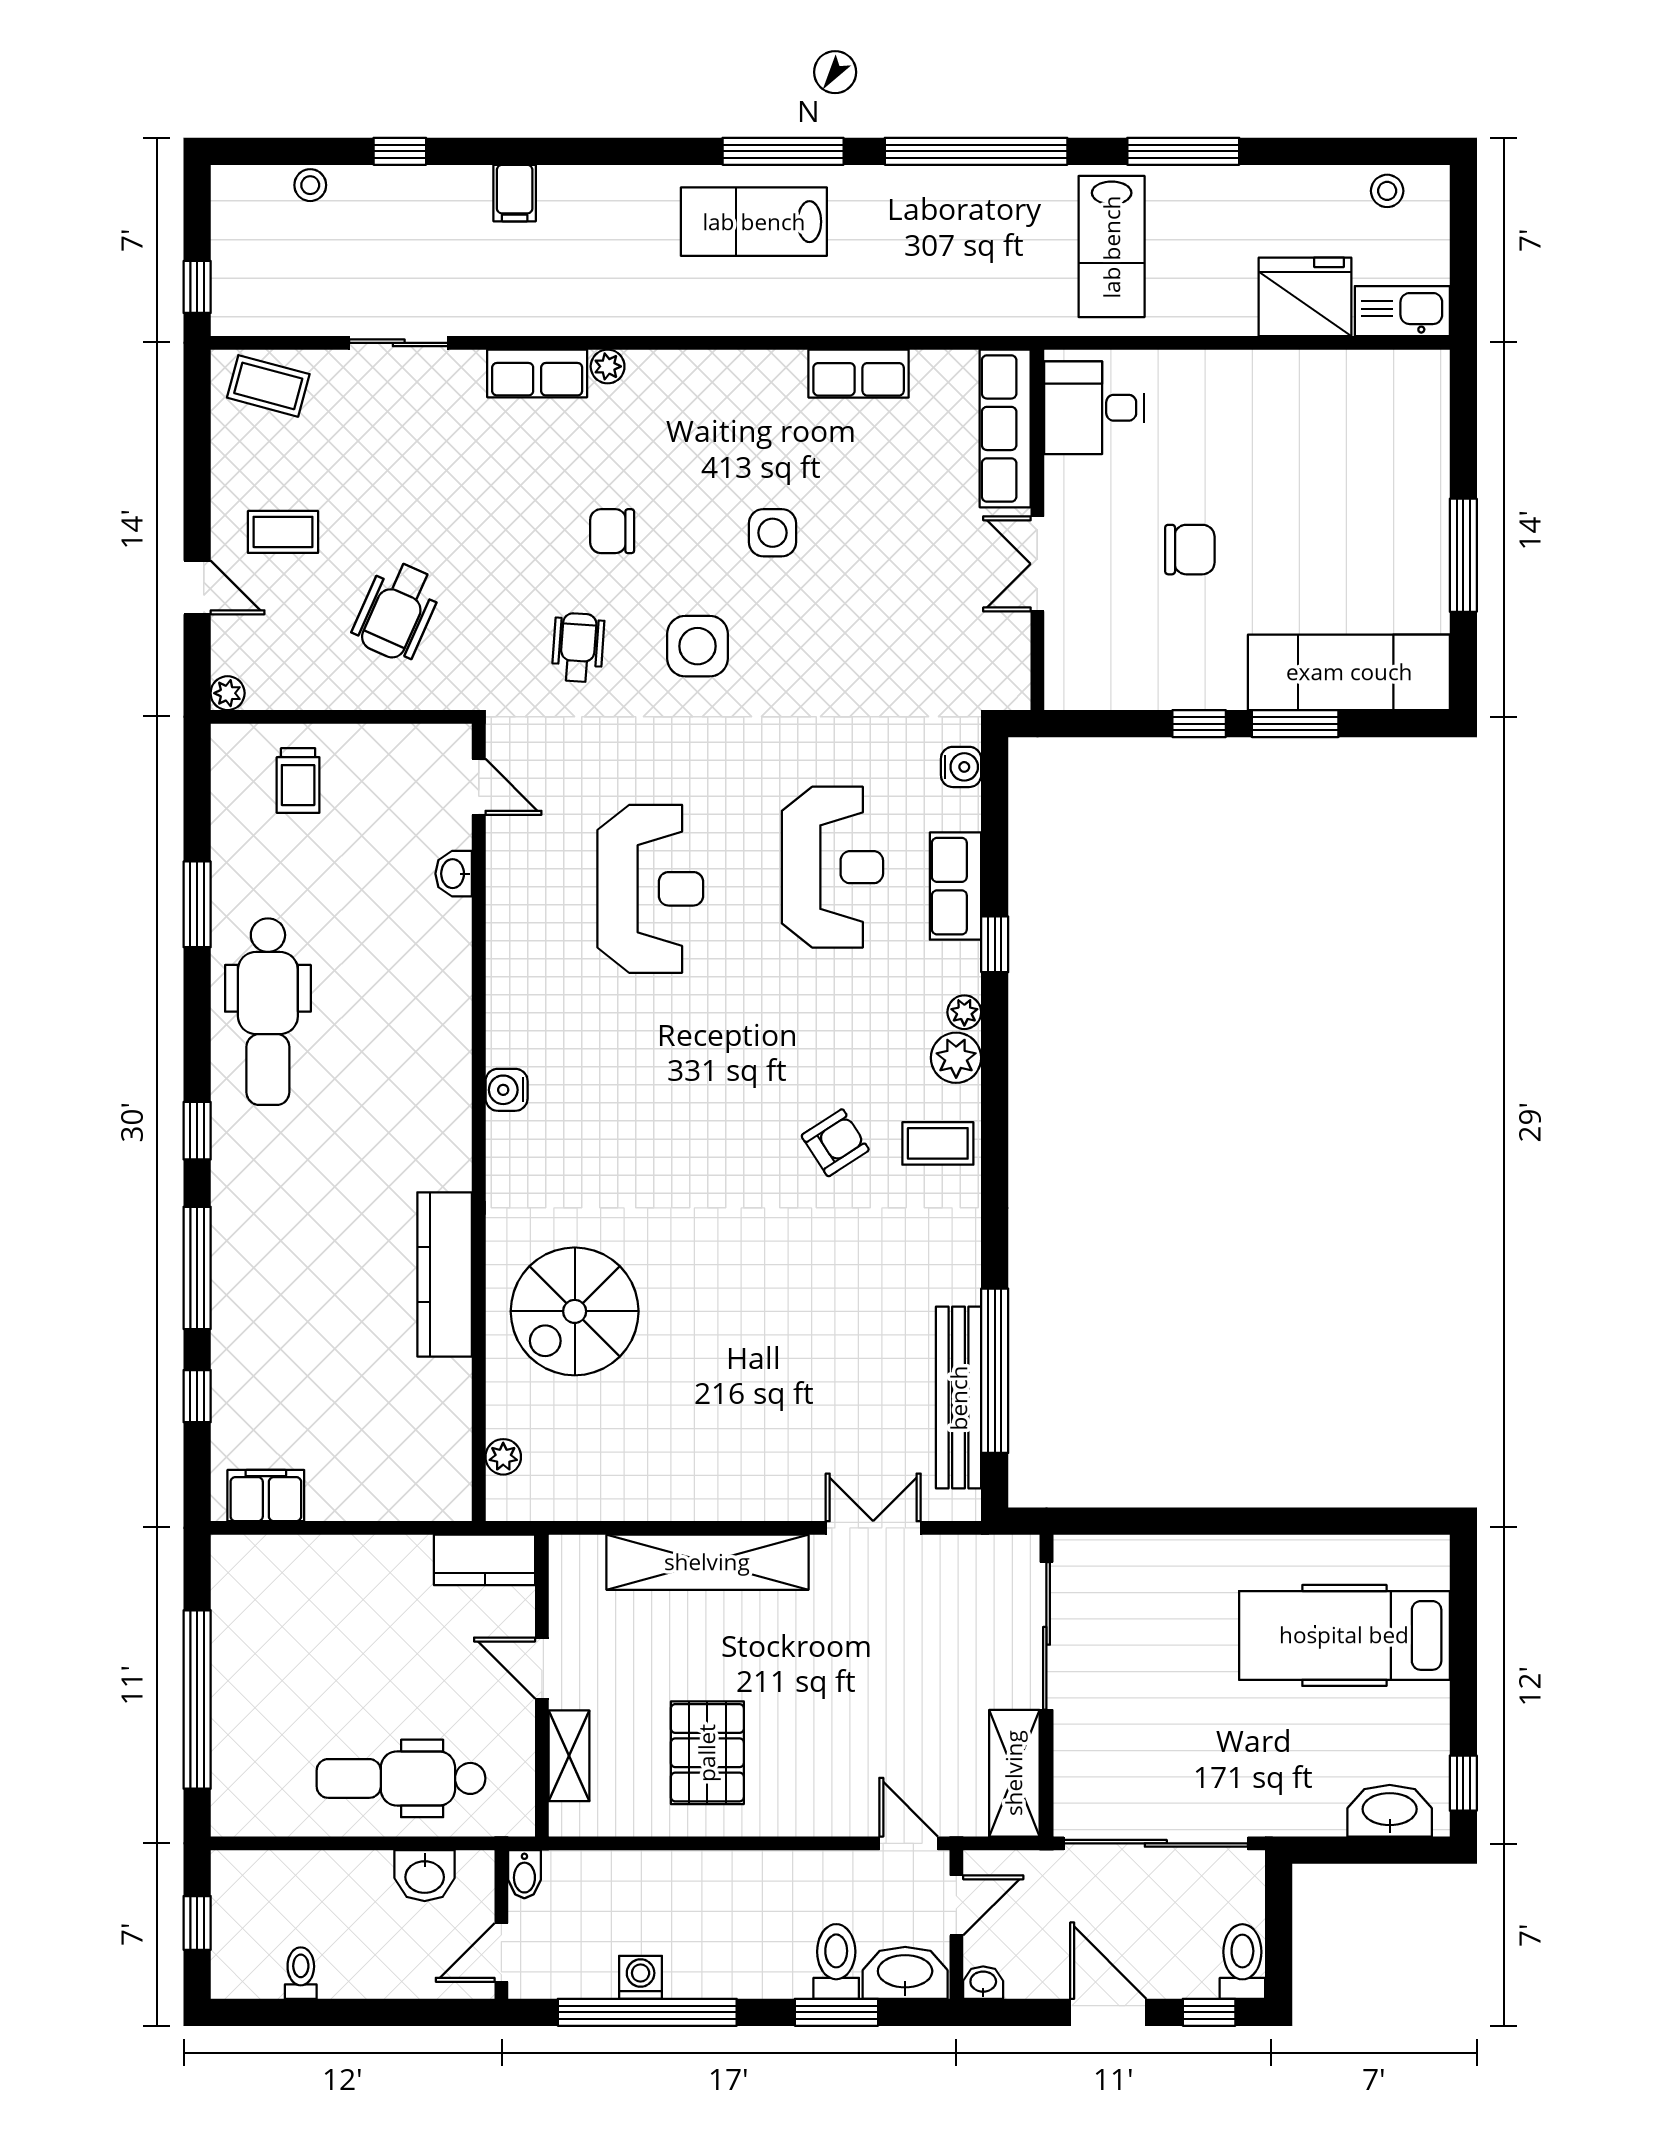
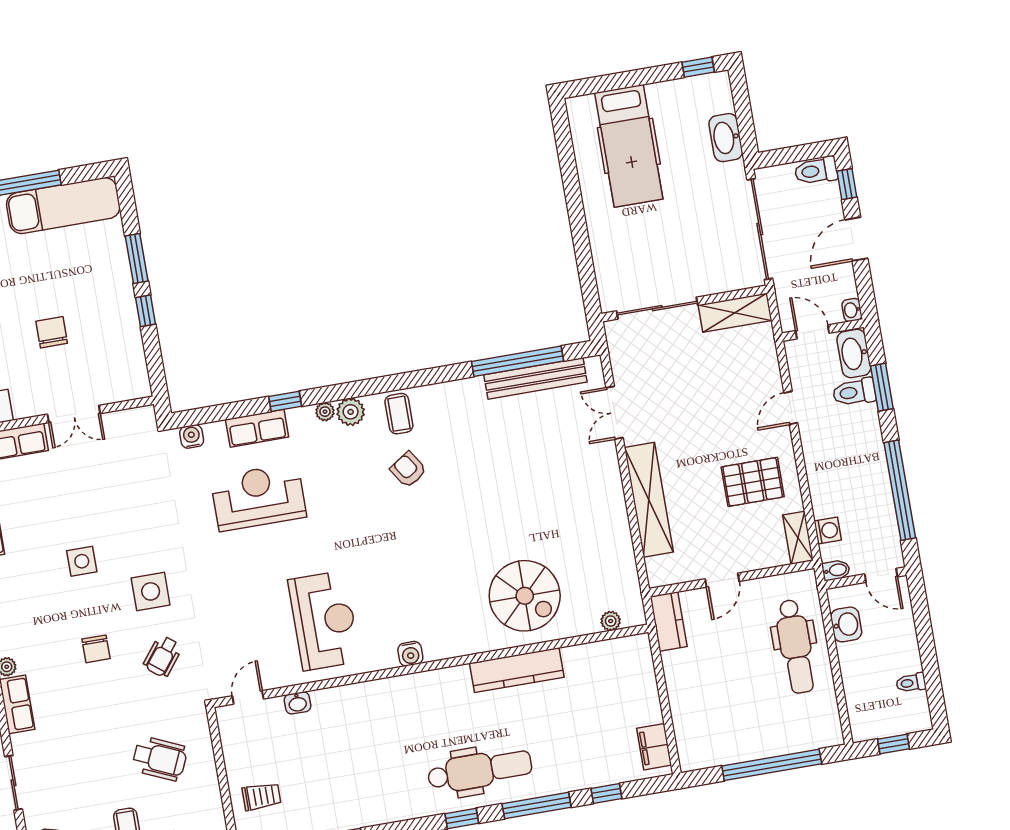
wheelchair: (578, 647) -> (163, 656), turned -56
exam couch: (1349, 672) -> (63, 206), moved, turned -90
reception desk: (650, 889) -> (324, 621), moved, turned 90
dental chair: (268, 1012) -> (480, 770), moved
shelving: (569, 1756) -> (798, 538), moved, turned 90
washbasin: (1390, 1811) -> (726, 138), moved
door: (909, 1843) -> (791, 408), moved
washing machine: (641, 1977) -> (828, 531), moved, turned 180

